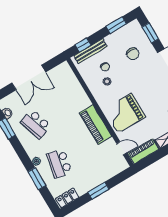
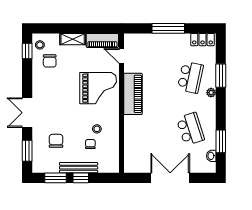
window: (83, 45) -> (81, 178), moved
bench: (90, 51) -> (79, 168), moved
window: (98, 191) -> (168, 28), width x1.44

